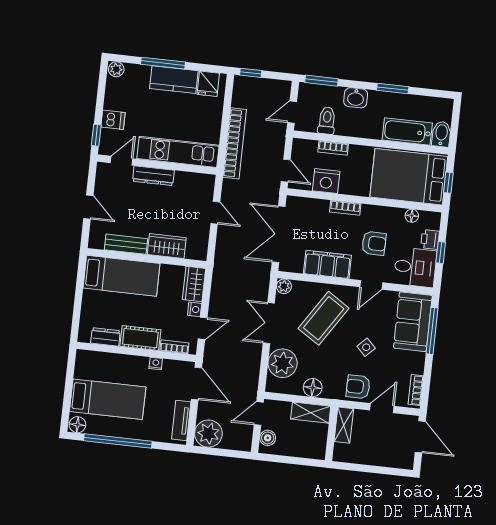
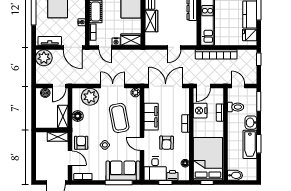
bathtub: (407, 132) -> (250, 144), moved, turned 180
coffee table: (324, 318) -> (119, 118), turned 46
door: (197, 383) -> (73, 47), hinge flipped
door: (259, 414) -> (59, 86), swing flipped

